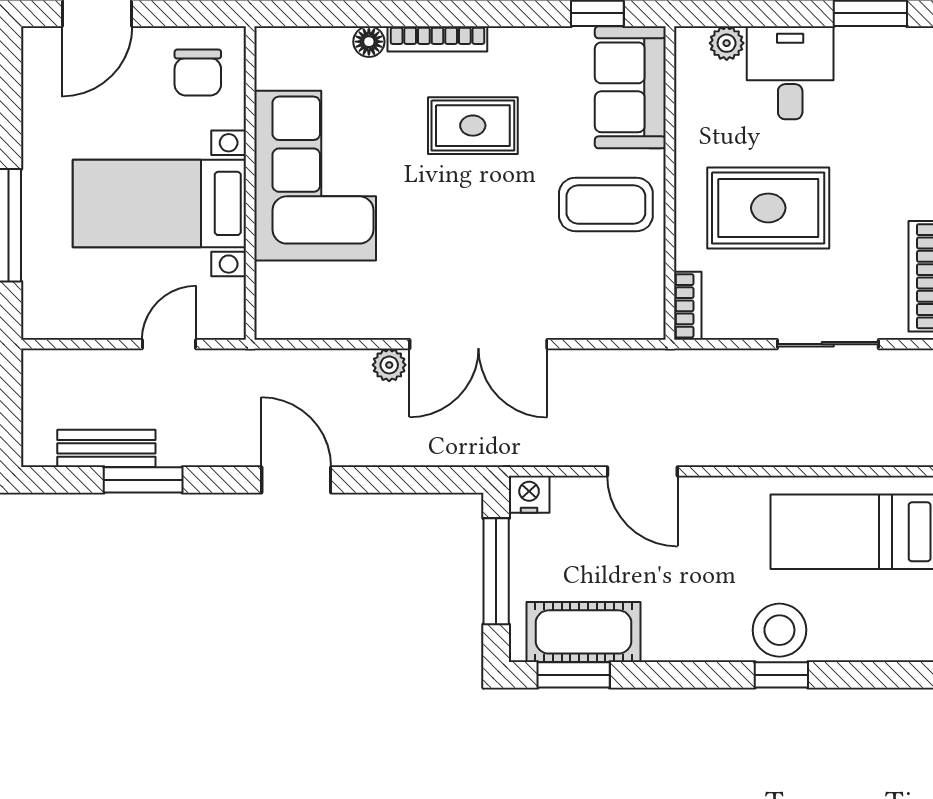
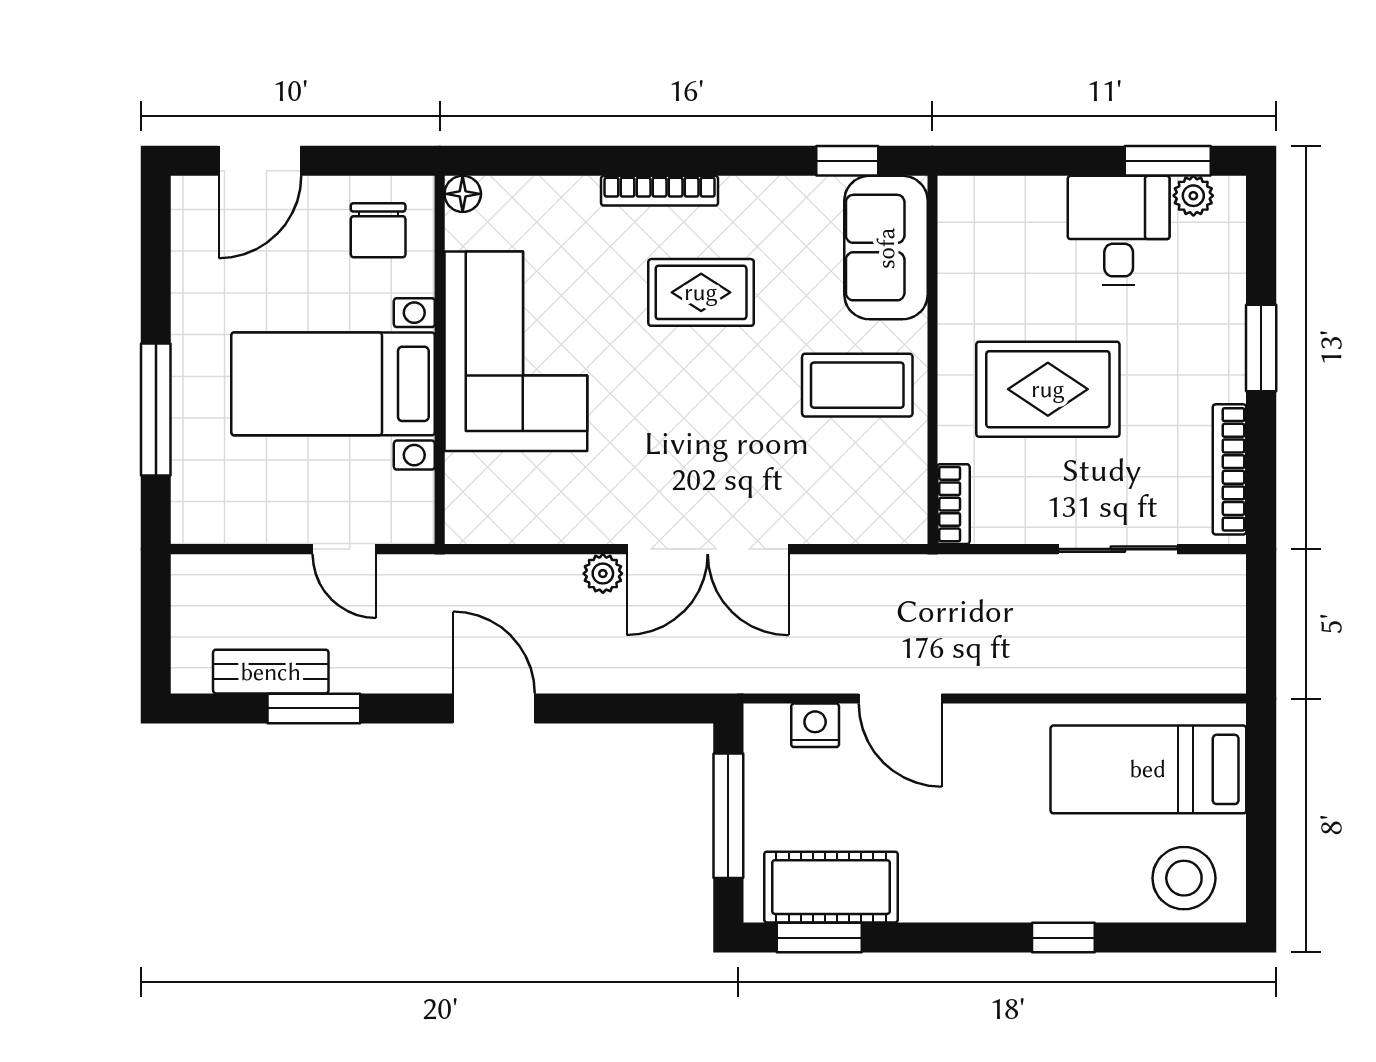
floor lamp: (369, 42) -> (463, 194), moved
plant: (727, 43) -> (1193, 196), moved
desk: (790, 73) -> (1119, 230), moved
door: (169, 344) -> (344, 549), swing flipped
nightstand: (529, 494) -> (815, 725), moved
stool: (779, 630) -> (1184, 878), moved

